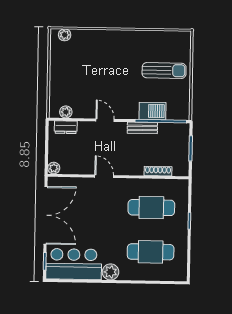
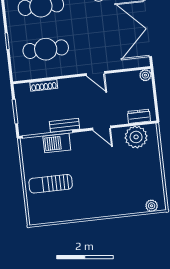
plant: (66, 112) -> (136, 137), width x1.87, depth x1.87

